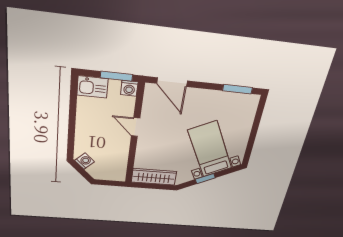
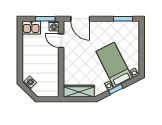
door: (136, 127) -> (61, 41), moved

